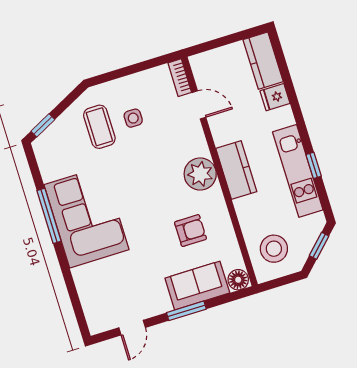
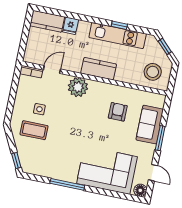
plant: (200, 174) -> (78, 87), moved
corner sofa: (86, 217) -> (107, 170), moved
floor lamp: (238, 280) -> (140, 190), moved

